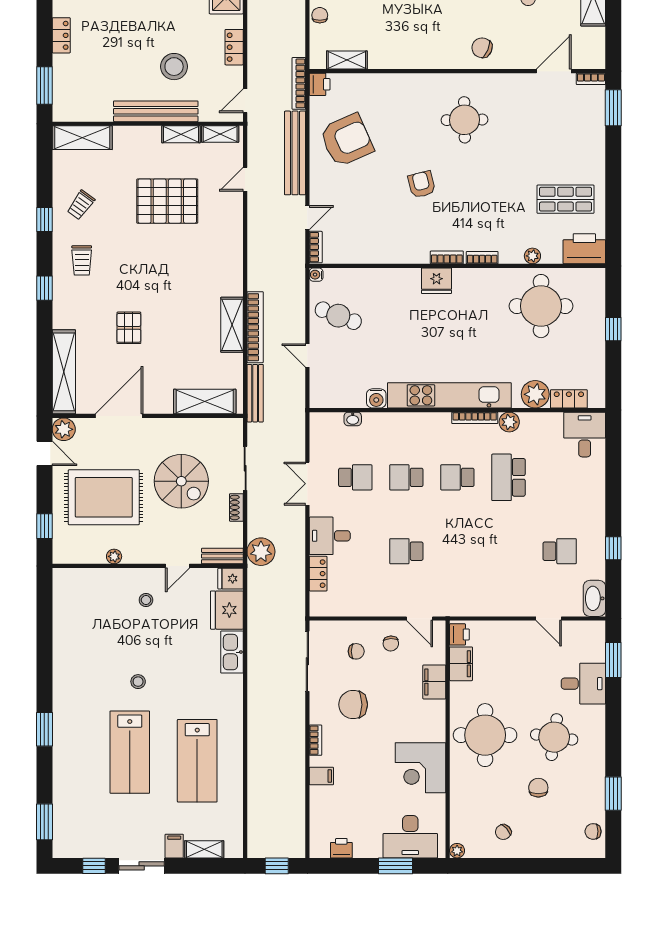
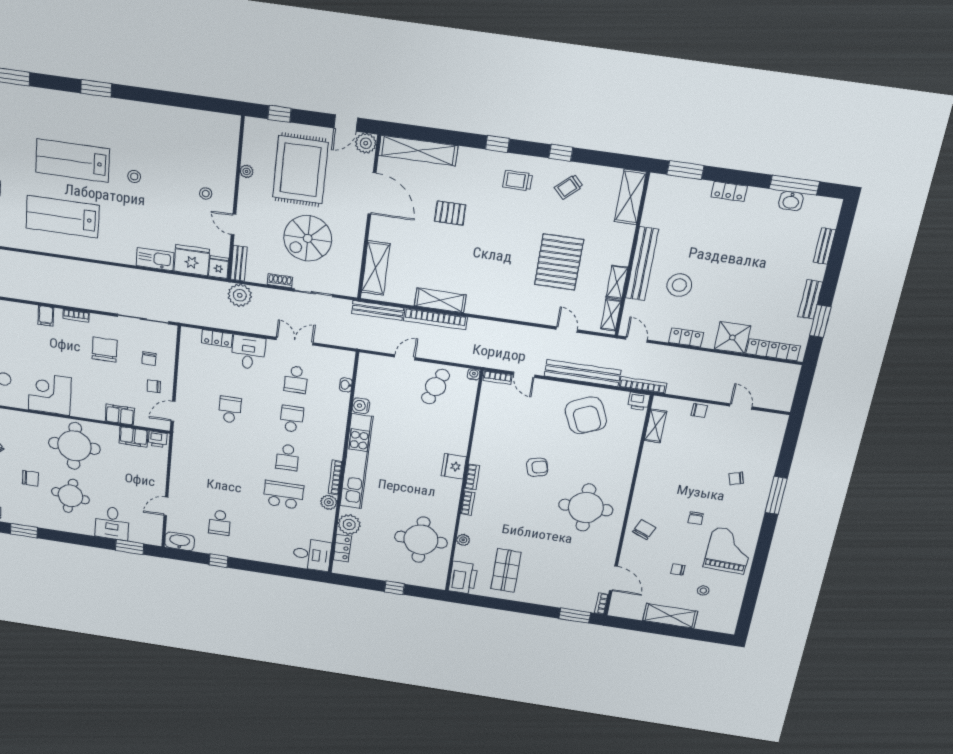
round table: (465, 120) -> (586, 508), width x1.36, depth x1.36
trolley: (81, 205) -> (569, 187), turned -79
school desk: (457, 477) -> (287, 457), turned 180

